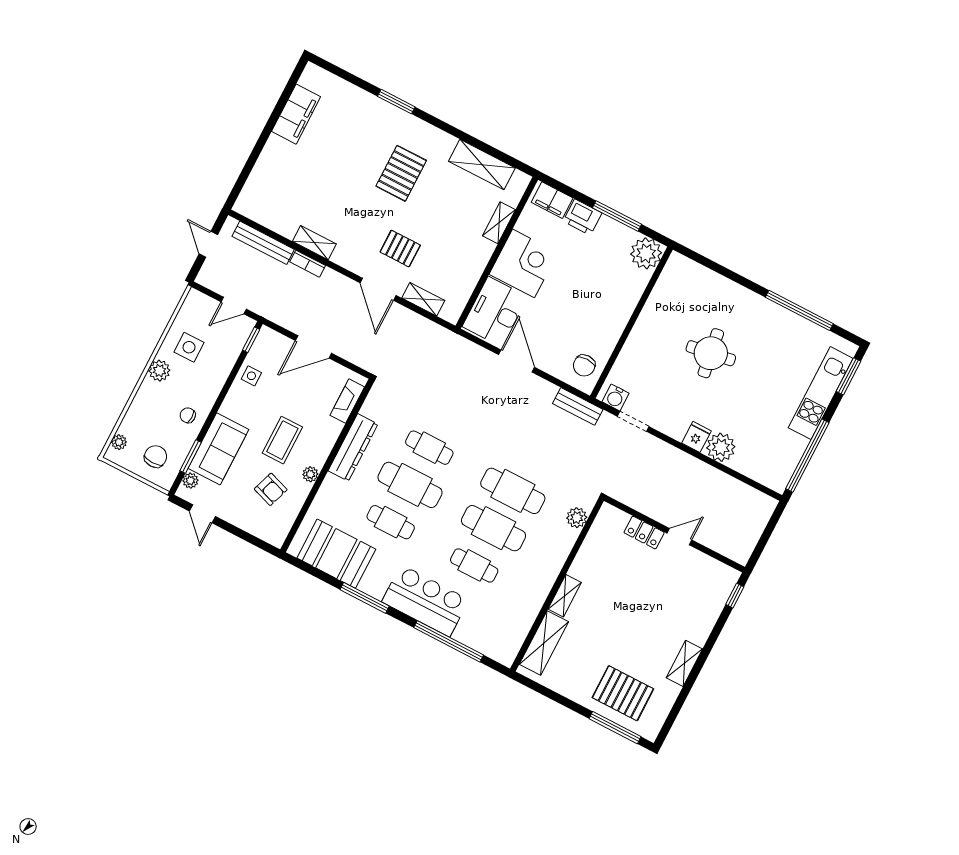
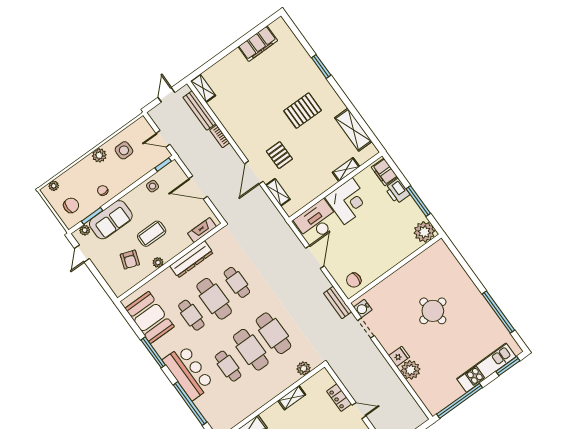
shelving: (314, 243) -> (203, 88), moved
shelving: (565, 596) -> (292, 398), moved

